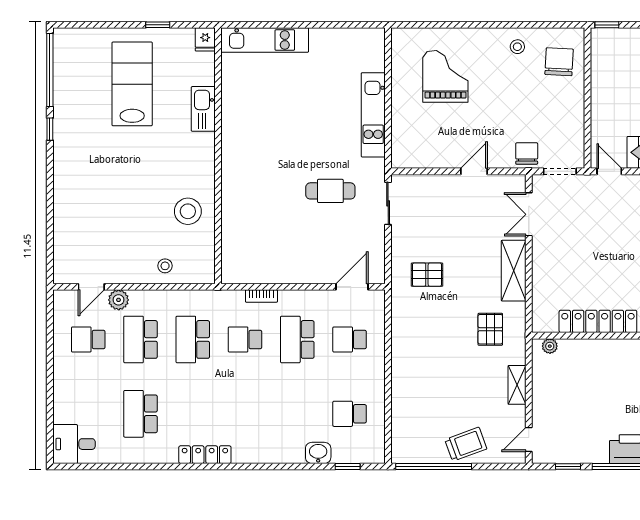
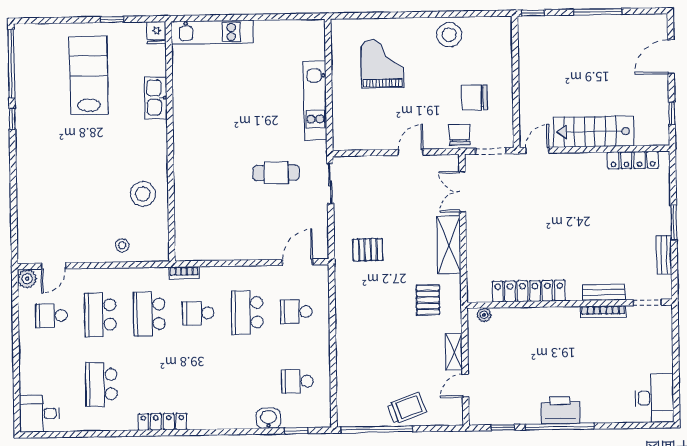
stool: (517, 47) -> (449, 35), width x1.89, depth x1.89
chair: (559, 62) -> (475, 97), moved, turned -93
door: (609, 171) -> (537, 150), hinge flipped
bookcase: (261, 296) -> (184, 273), moved
plant: (119, 300) -> (27, 279), moved
door: (529, 440) -> (465, 386), moved

